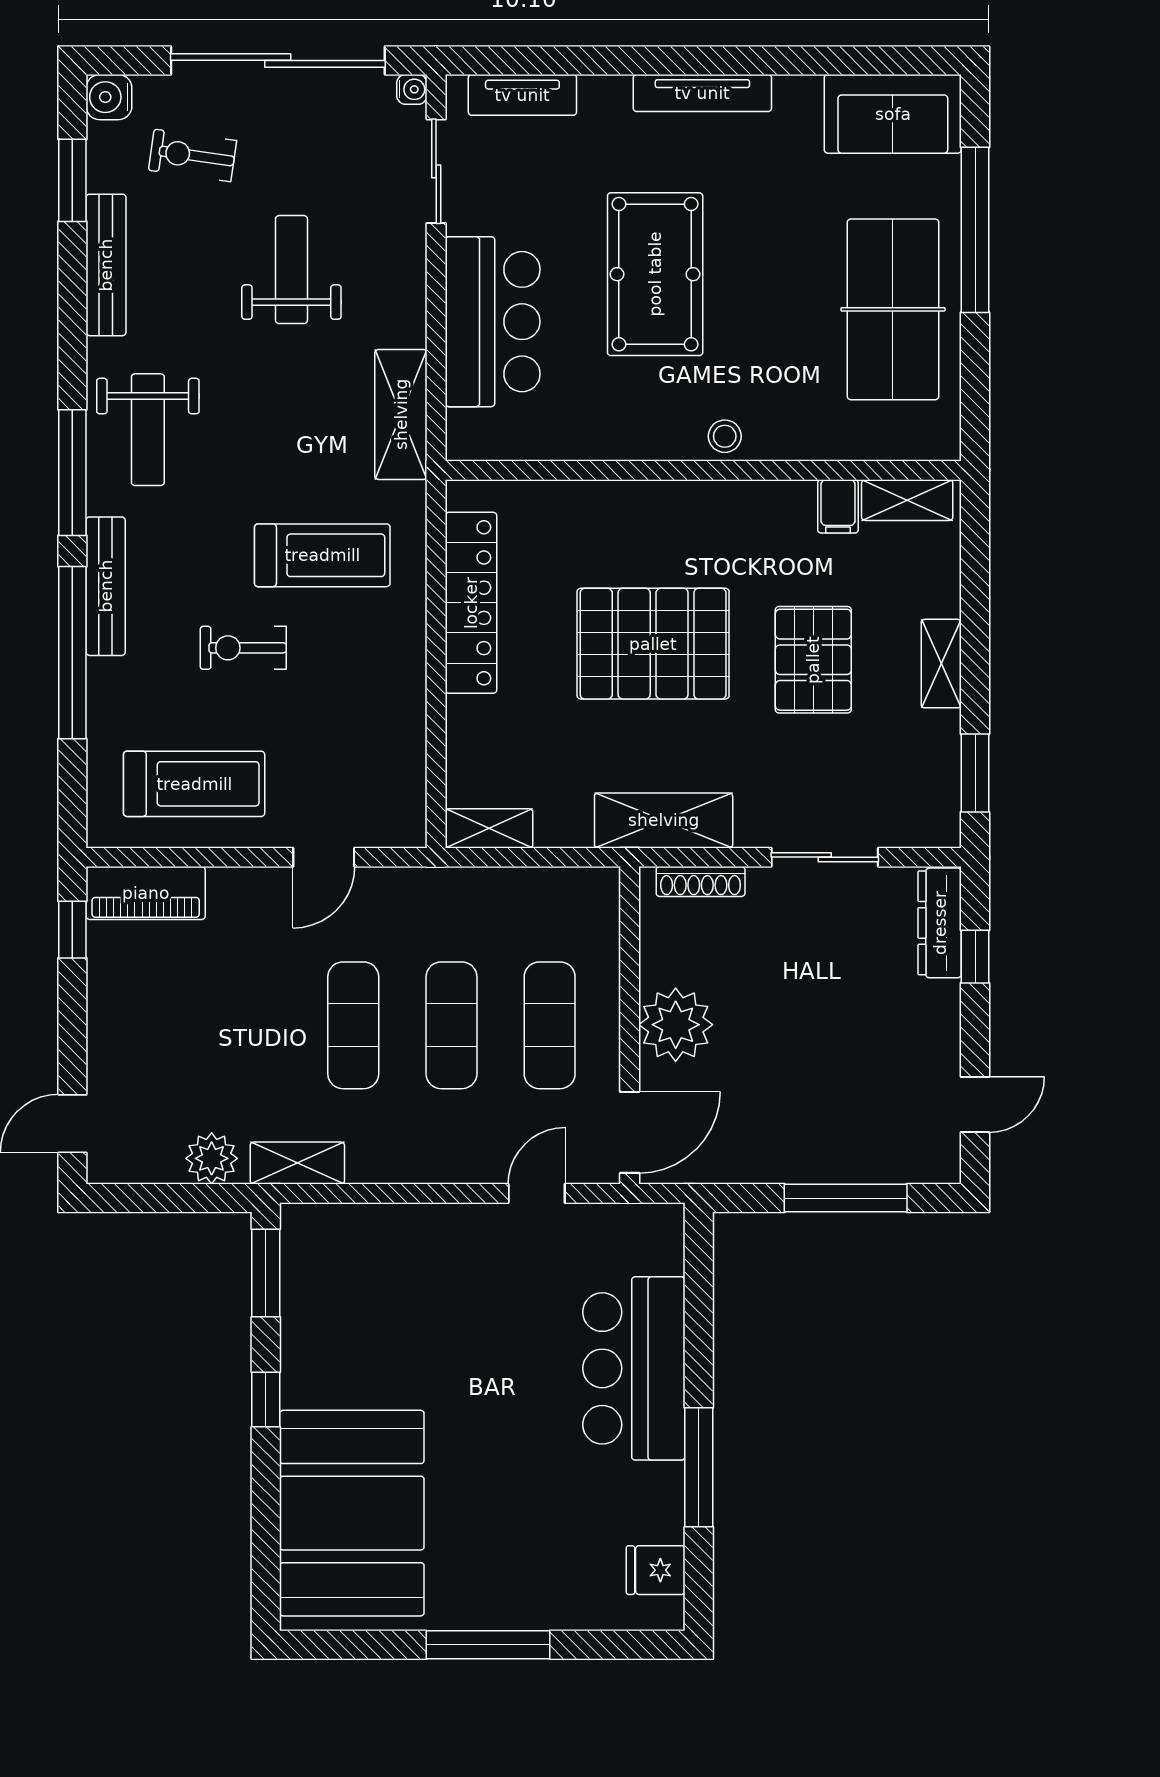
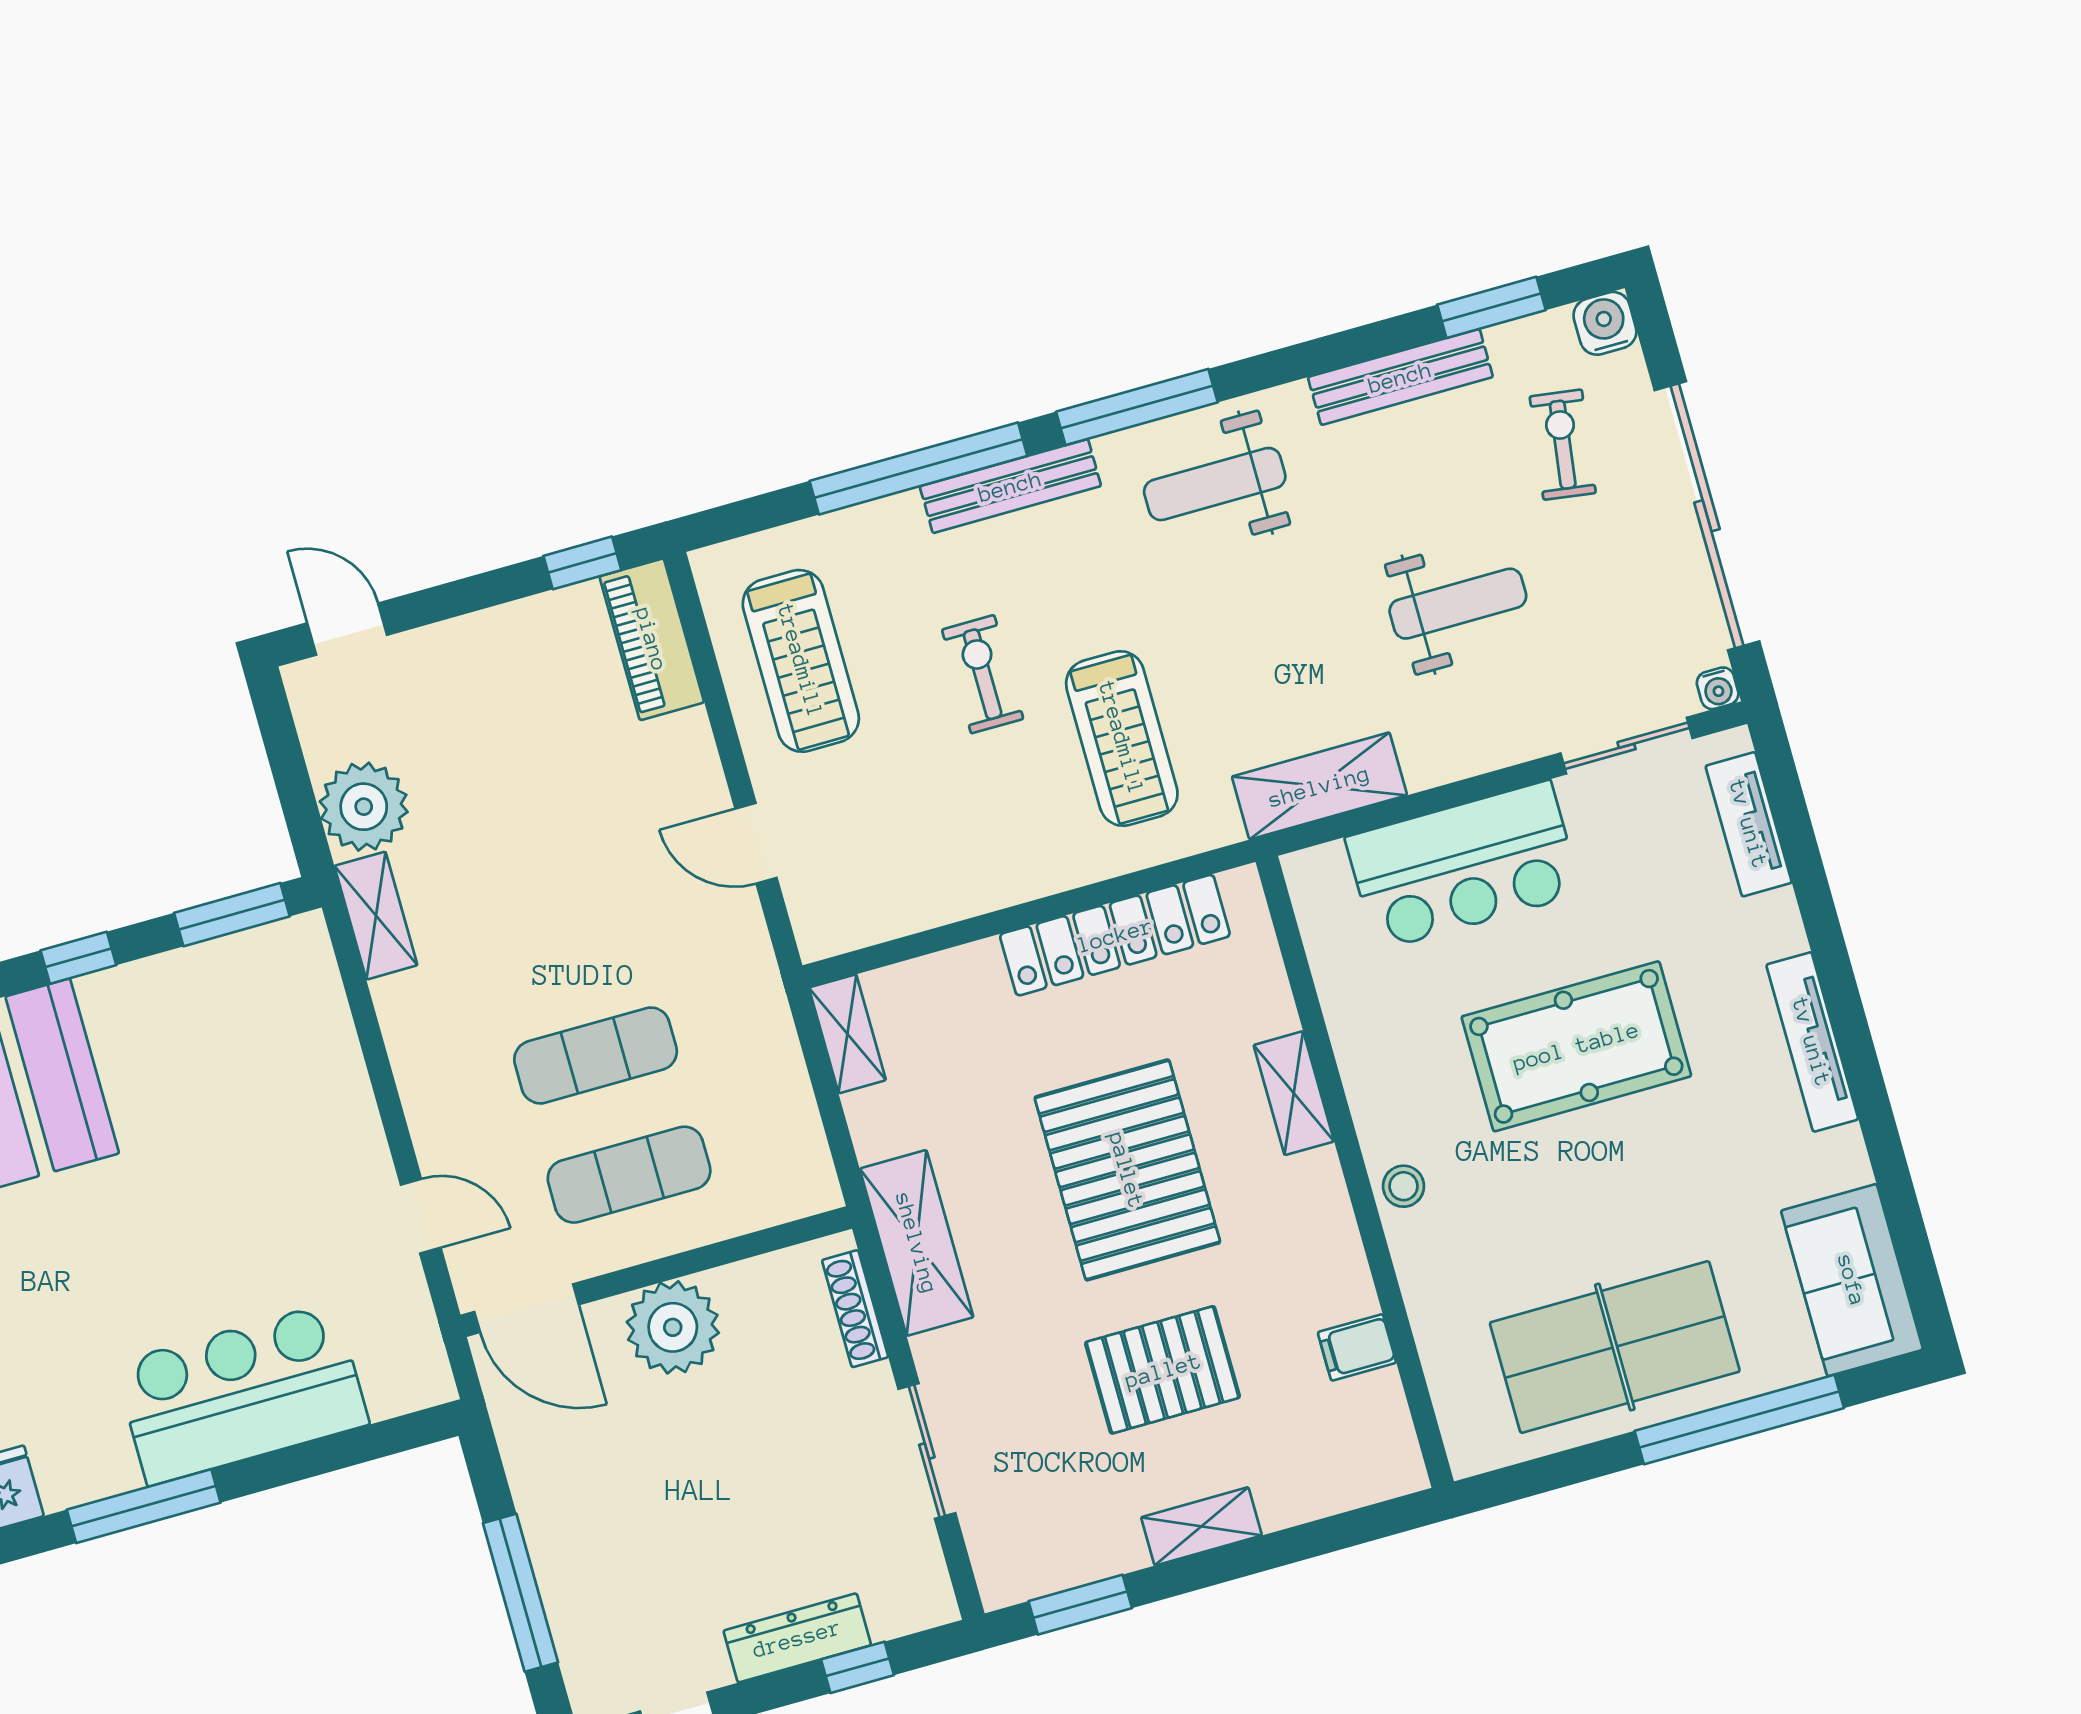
shelving: (907, 500) -> (1294, 1093), moved
dresser: (940, 923) -> (797, 1638), moved
exercise mat: (353, 1025) -> (562, 936), removed
plant: (212, 1158) -> (364, 807), width x1.36, depth x1.36

